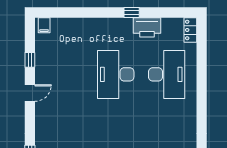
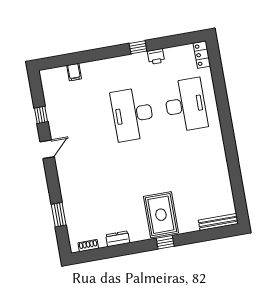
filing cabinet: (44, 25) -> (74, 72), moved
printer: (147, 27) -> (156, 57), width x0.53, depth x0.68

